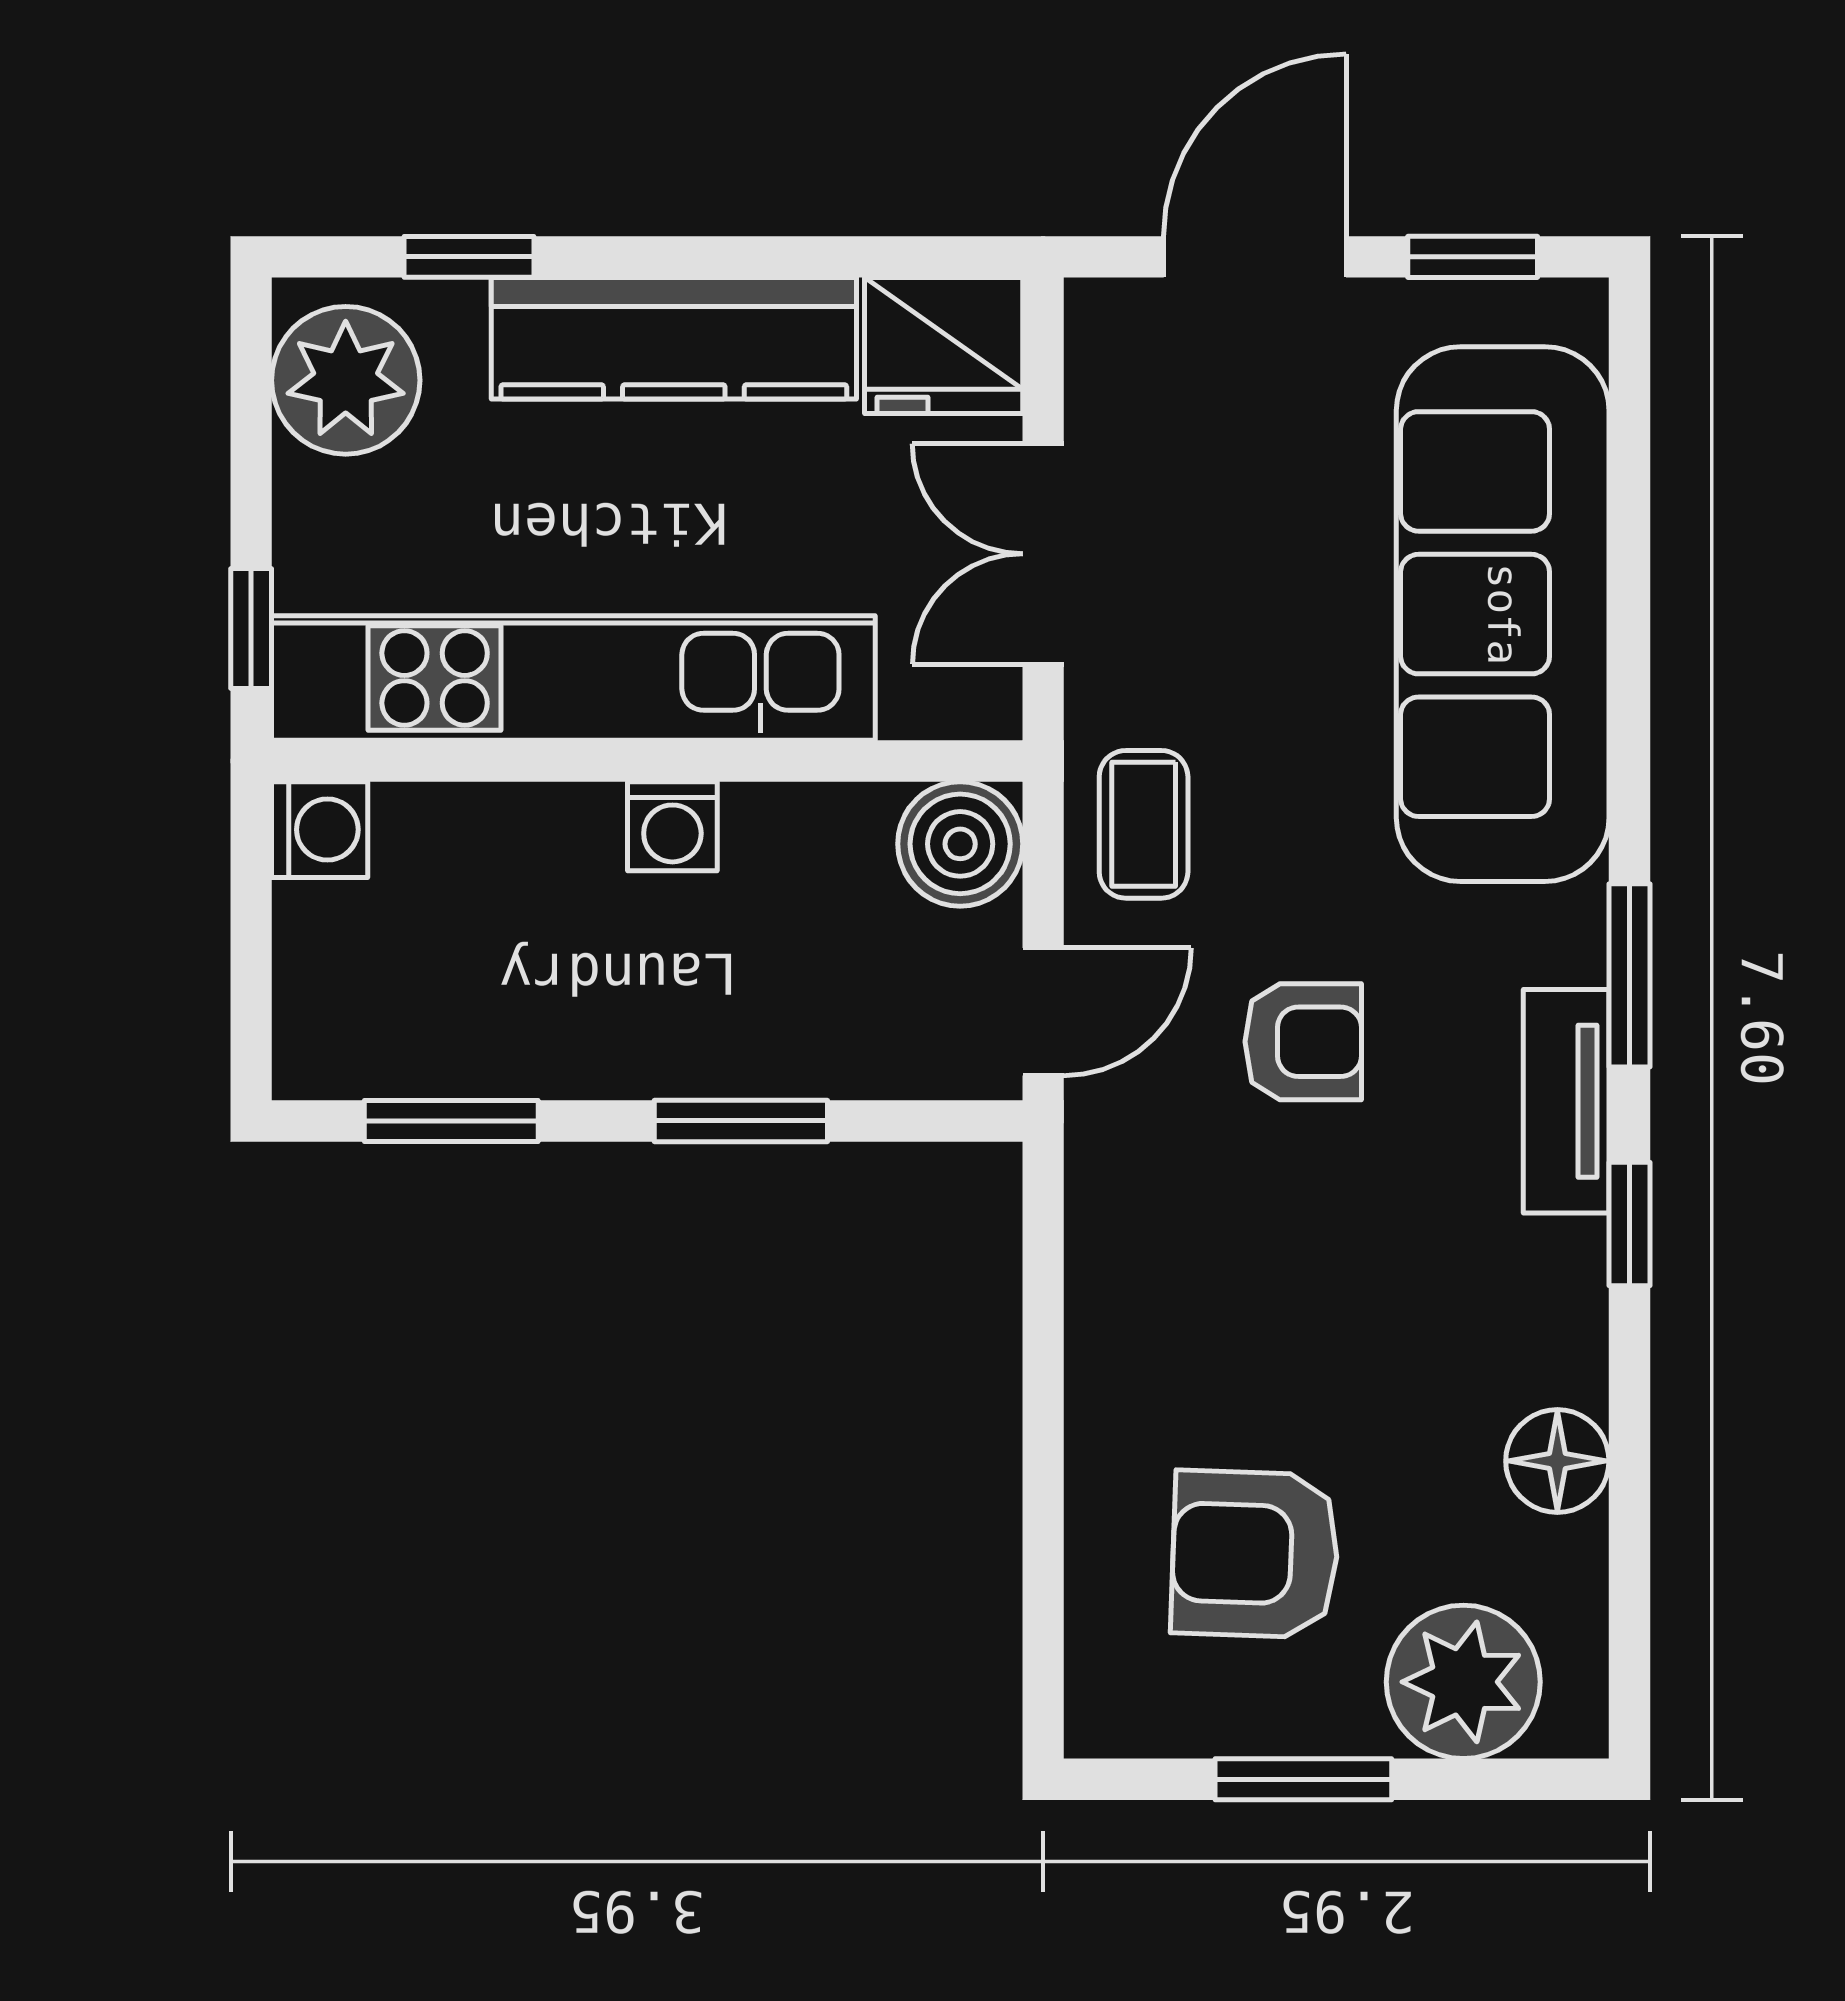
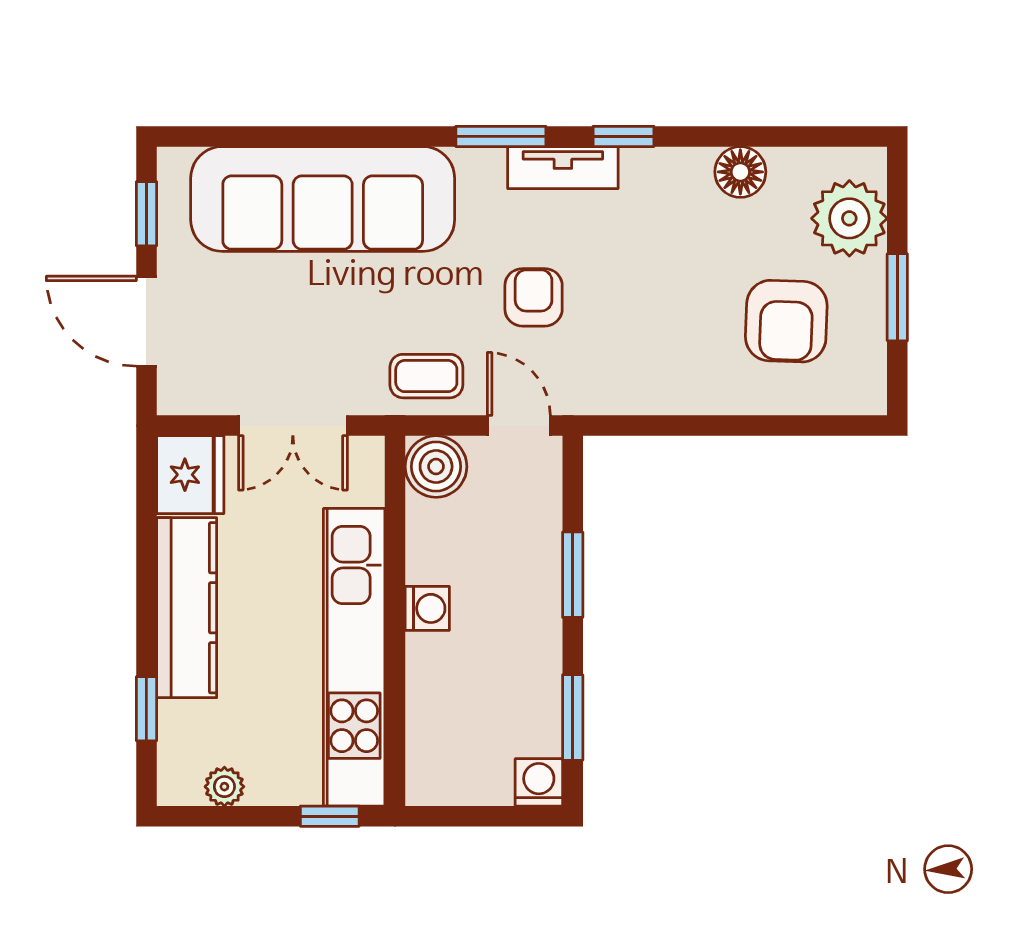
plant: (346, 380) -> (224, 787), width x0.53, depth x0.53
washing machine: (320, 830) -> (539, 782), moved

